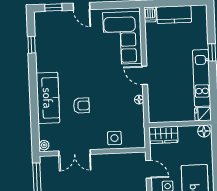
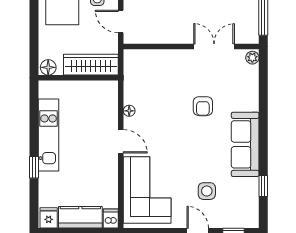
sofa: (48, 98) -> (245, 144), moved
armchair: (81, 106) -> (203, 106), turned -90
fridge: (203, 114) -> (49, 218), moved, turned -90
wardrobe: (163, 135) -> (91, 65), width x1.50
side table: (114, 138) -> (207, 191), moved

